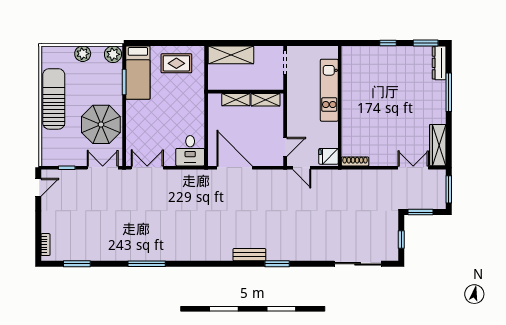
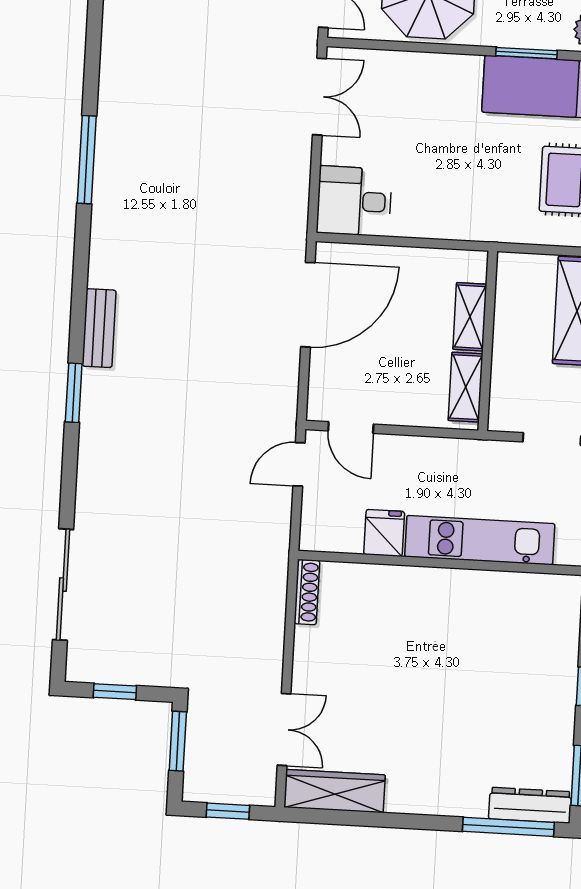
window: (449, 92) -> (508, 827), moved
fridge: (328, 156) -> (384, 533), moved
window: (449, 189) -> (228, 811), width x0.67
window: (147, 264) -> (87, 160), moved

